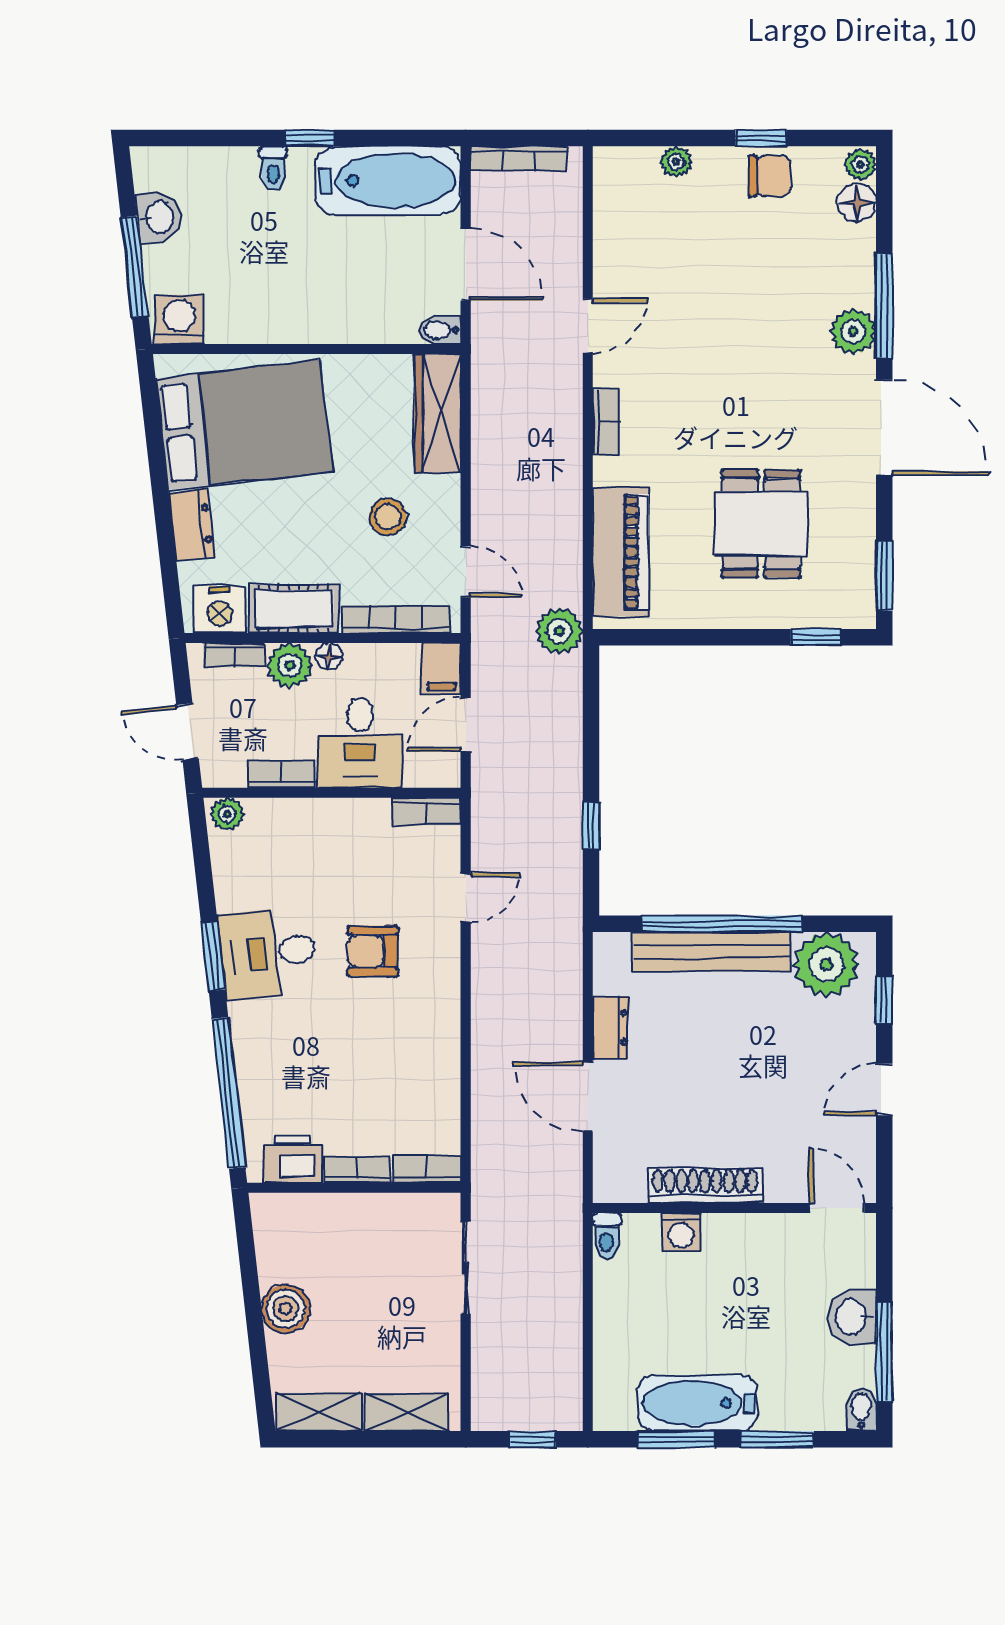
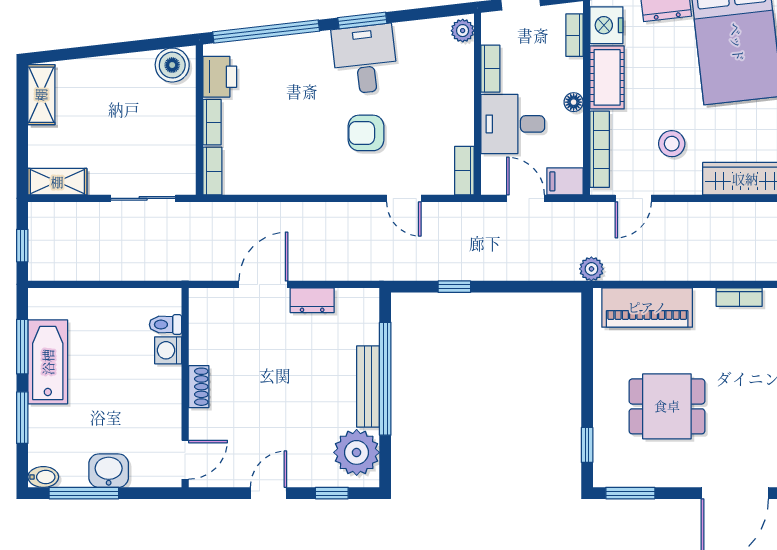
plant: (559, 631) -> (591, 269), width x0.73, depth x0.73
plant: (290, 665) -> (567, 75), removed
armchair: (373, 951) -> (366, 133), turned -90
bench: (712, 952) -> (368, 387), width x0.73, depth x0.82
door: (884, 1090) -> (269, 493), hinge flipped
shoe rack: (705, 1185) -> (199, 387), width x0.51, depth x0.81
toilet: (607, 1236) -> (165, 325), moved
boiler: (286, 1309) -> (172, 65), moved
shelving: (406, 1412) -> (57, 182), moved, turned 90

